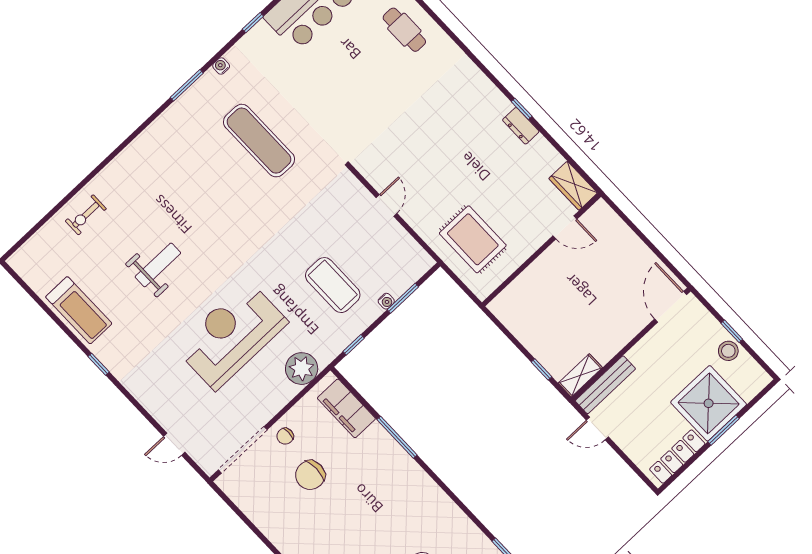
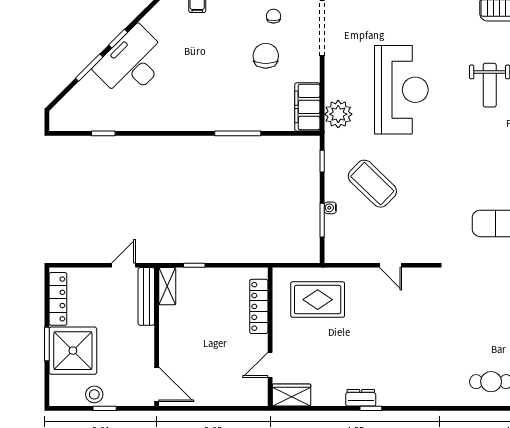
locker: (525, 283) -> (259, 306), added
coffee table: (333, 285) -> (372, 184), turned 44
filing cabinet: (346, 408) -> (307, 107), moved, turned -90
chair: (285, 436) -> (274, 16), moved

